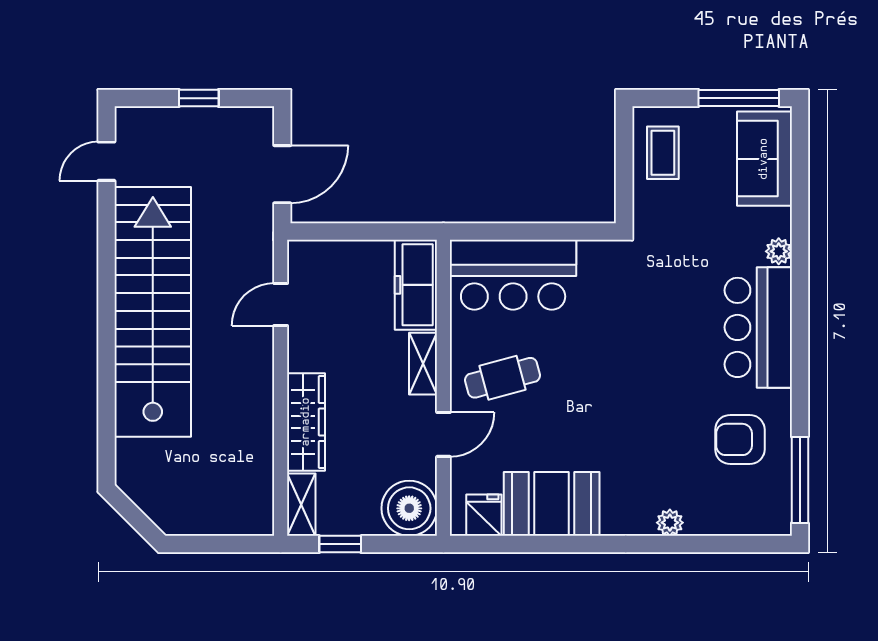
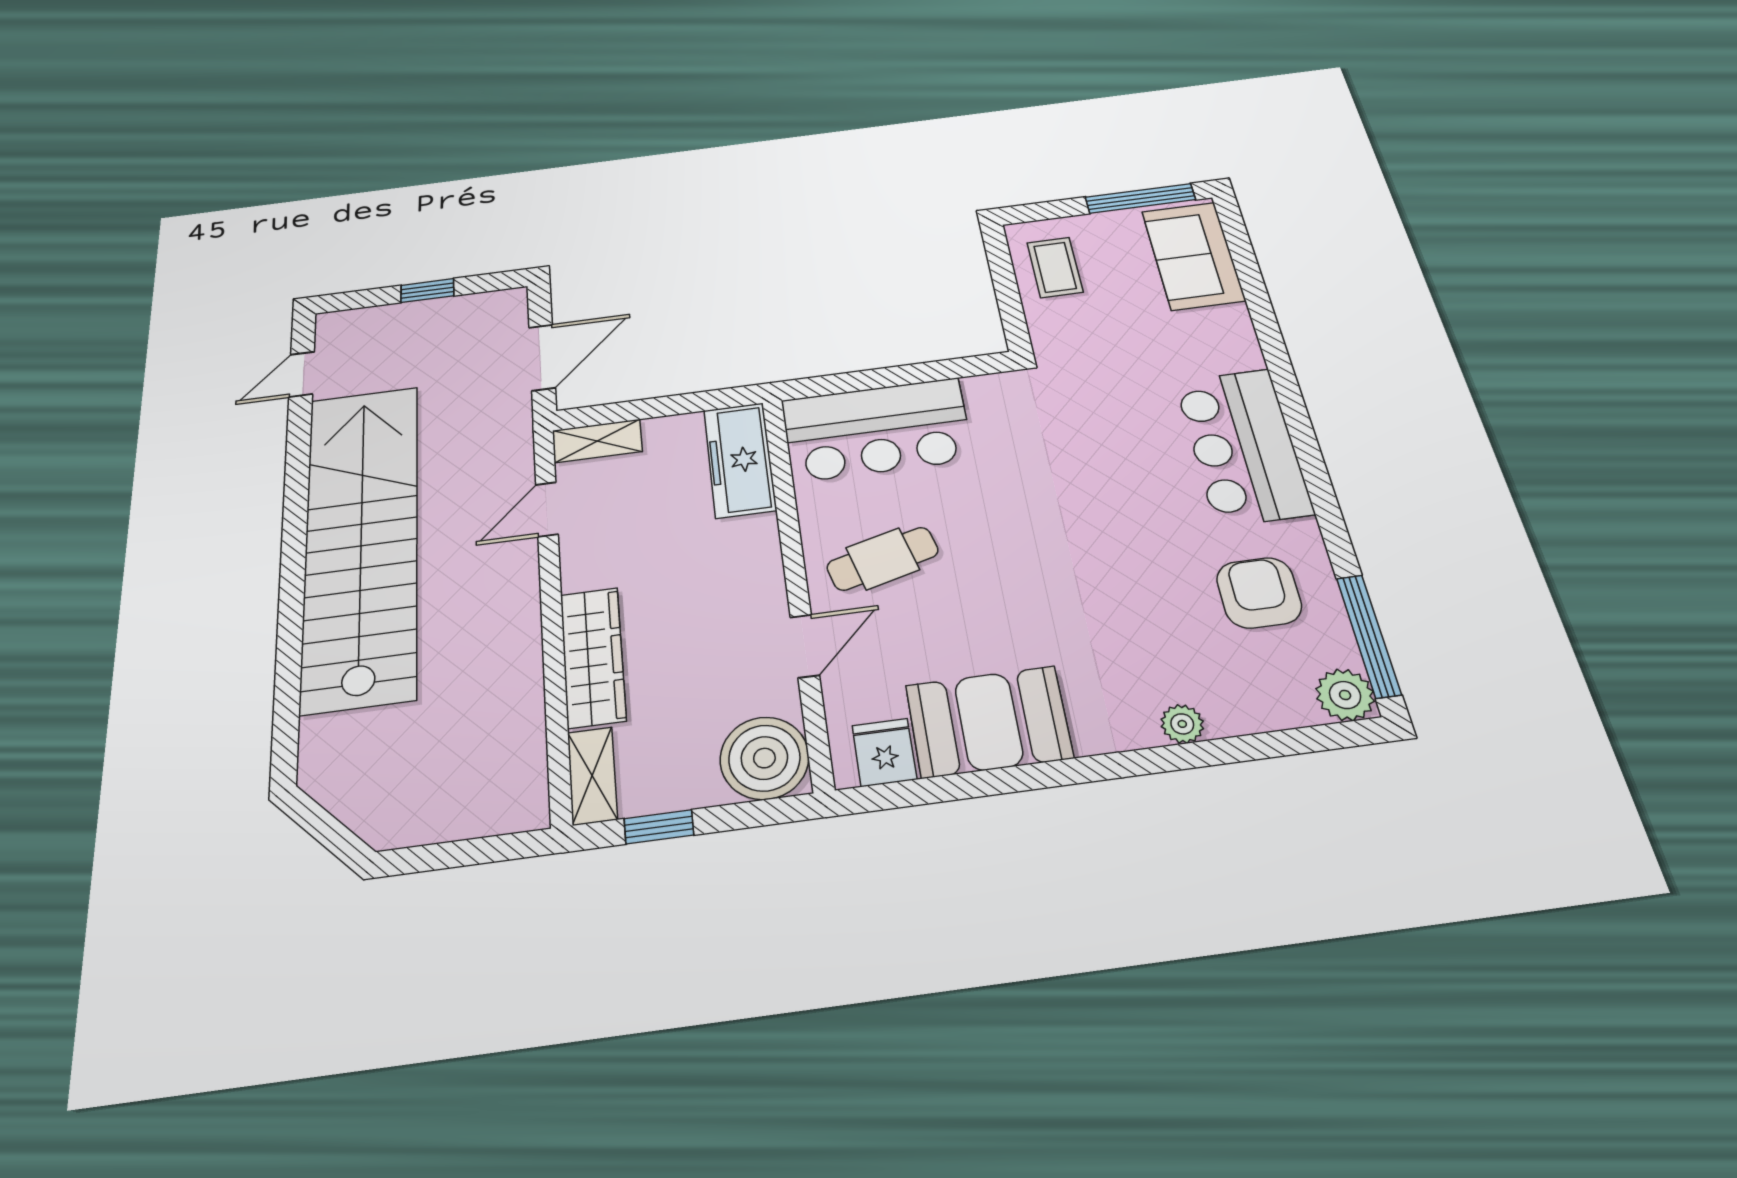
plant: (779, 251) -> (1345, 695), moved, width x1.38, depth x1.38
shelving: (423, 364) -> (597, 441), moved, turned 90
armchair: (740, 439) -> (1259, 593), turned 90

